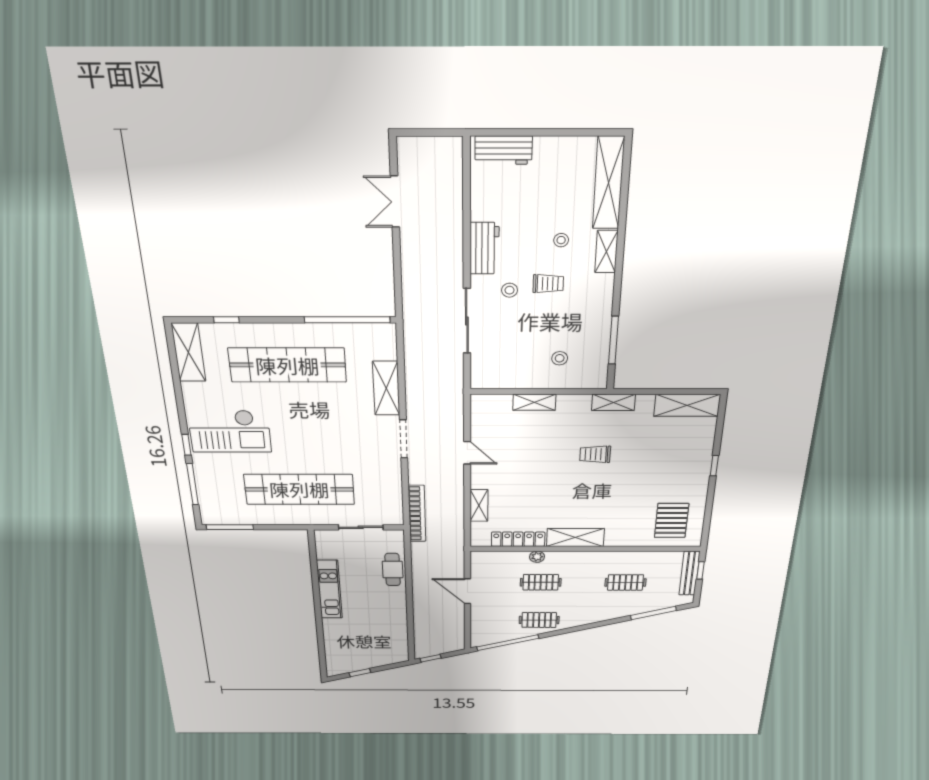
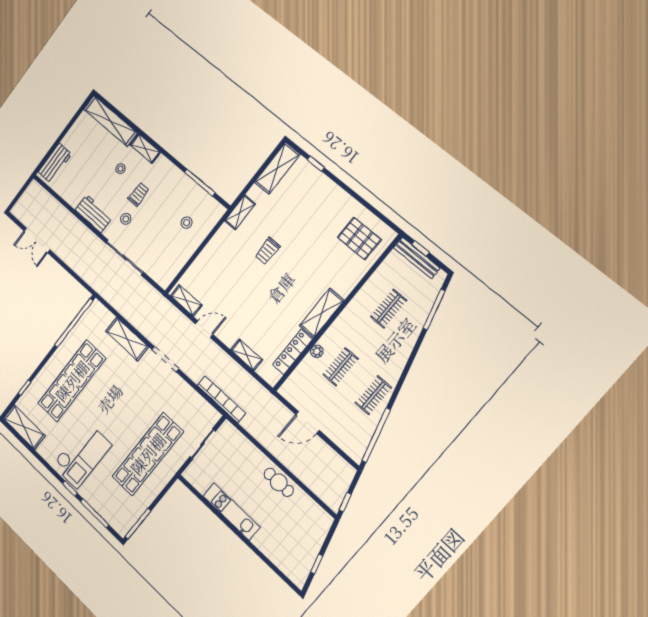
shelving: (534, 402) -> (186, 300), moved, turned 90
window: (714, 466) -> (316, 164), moved
cafe table: (393, 570) -> (279, 482), moved

